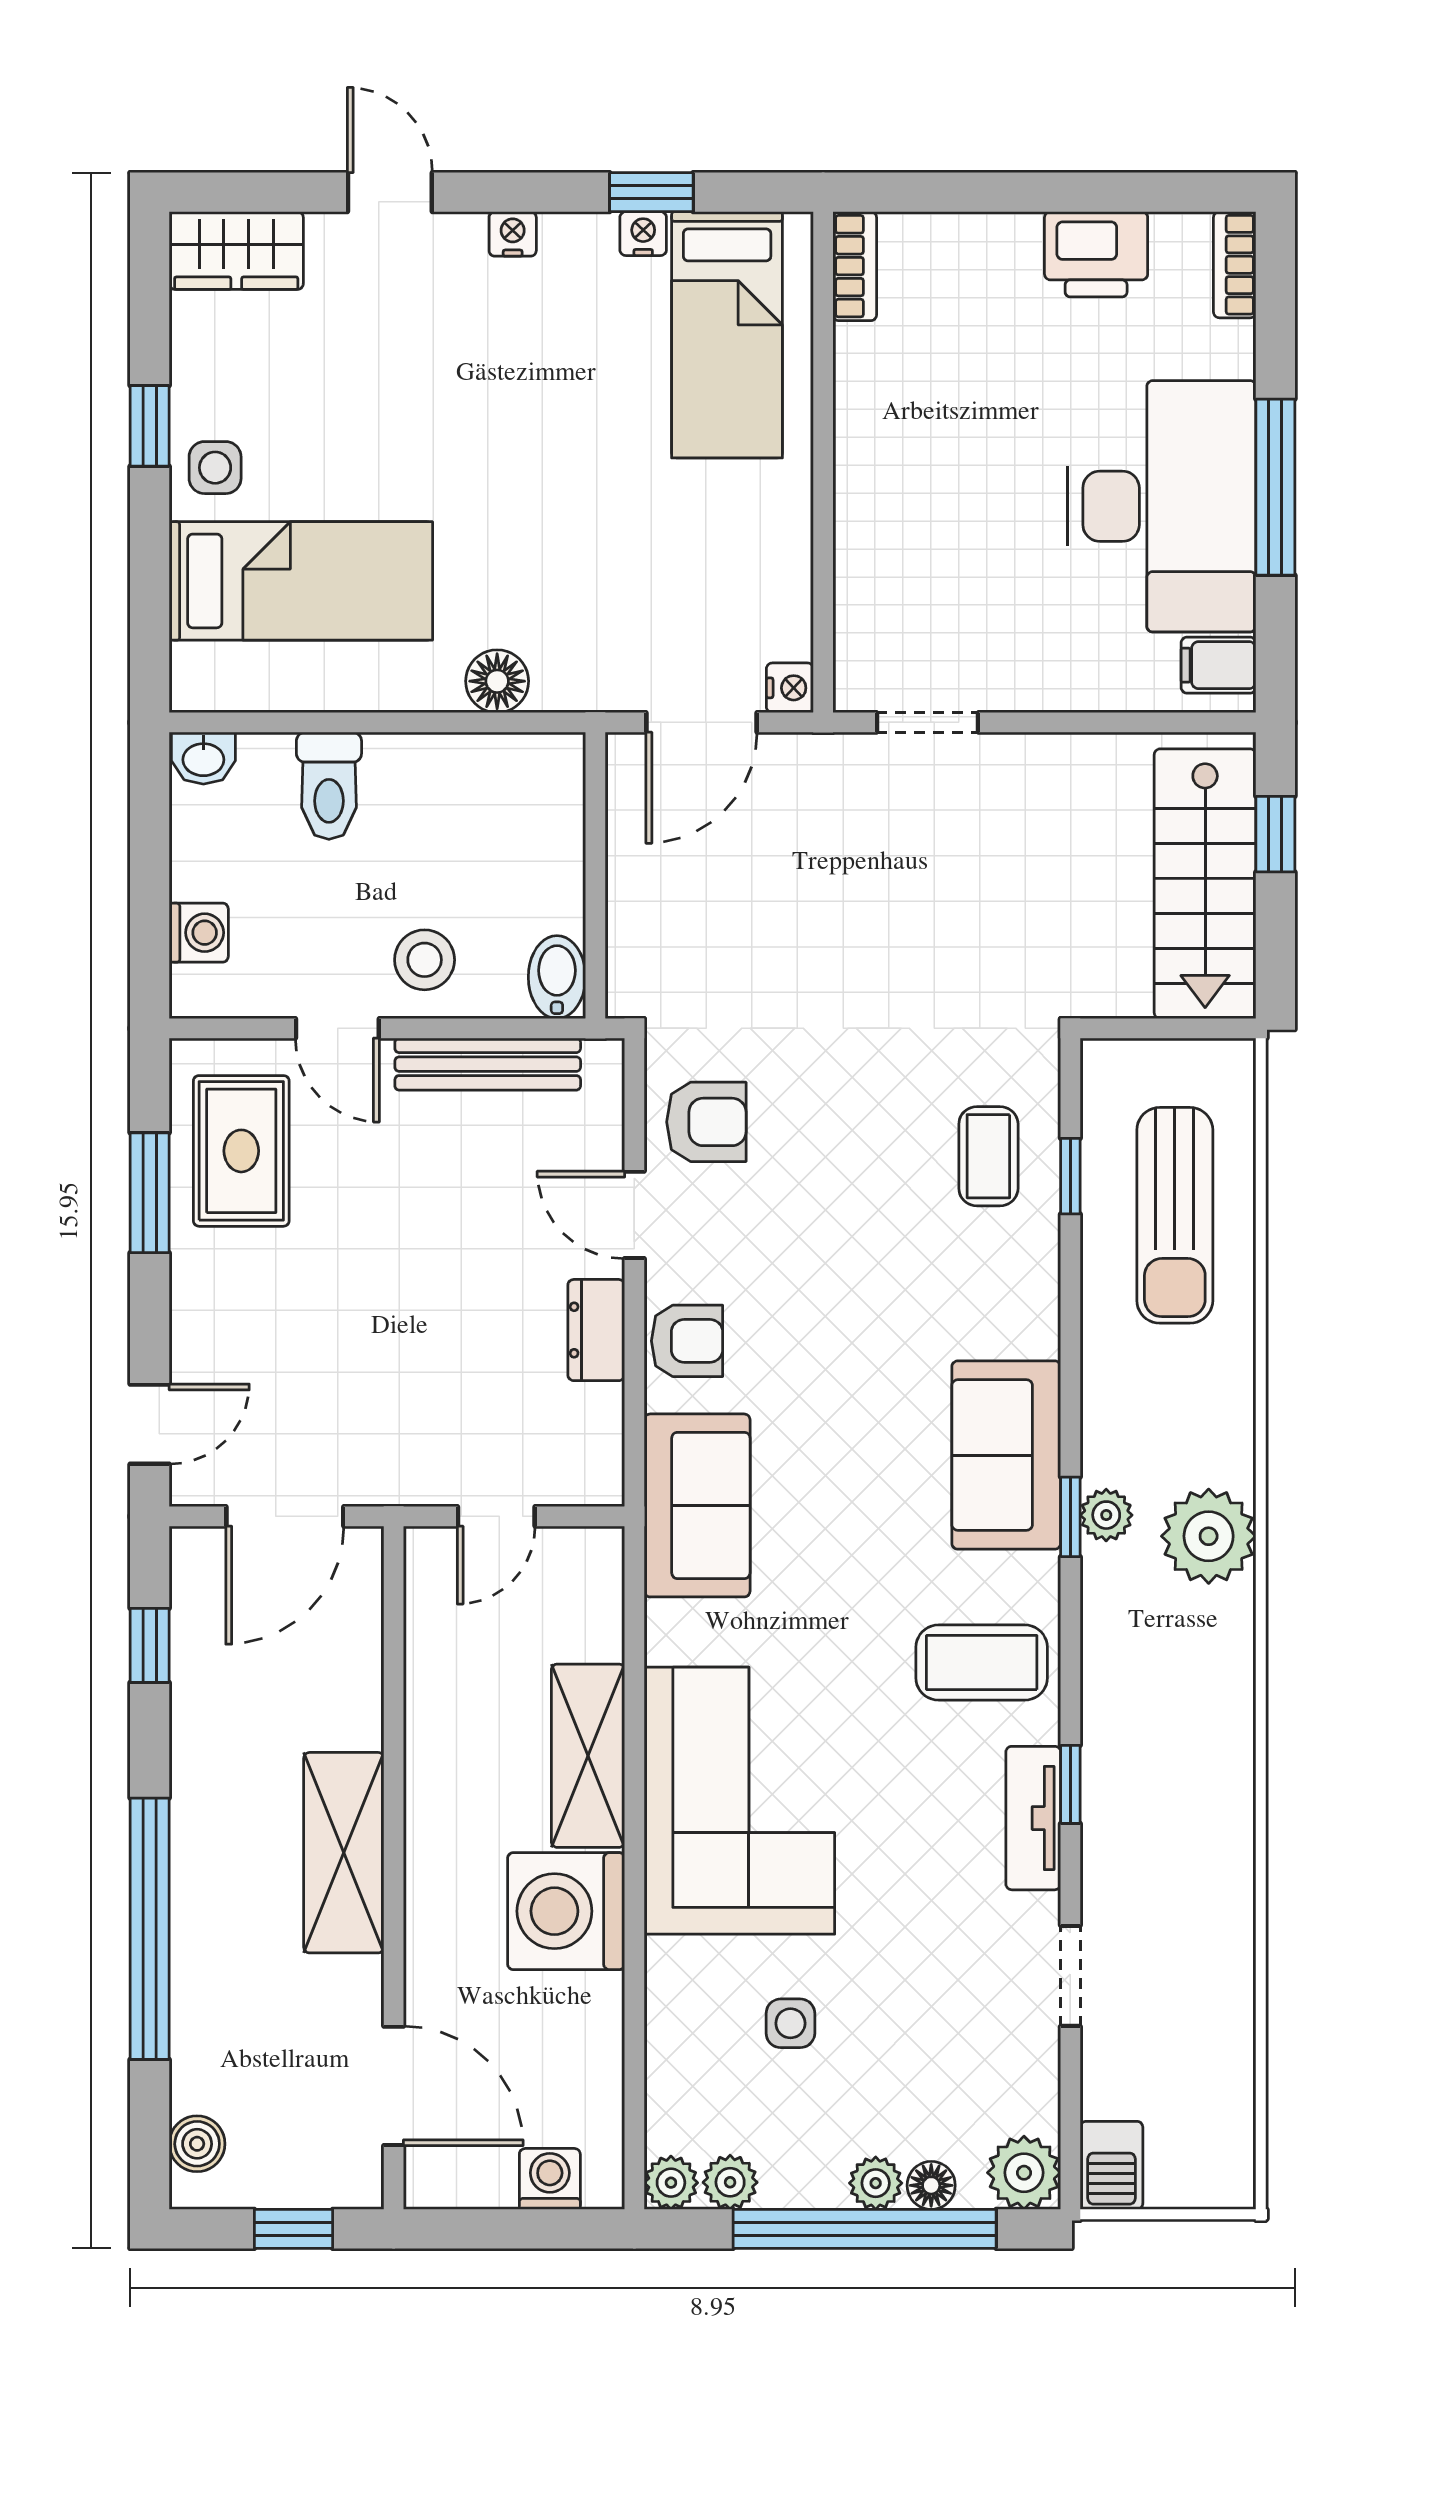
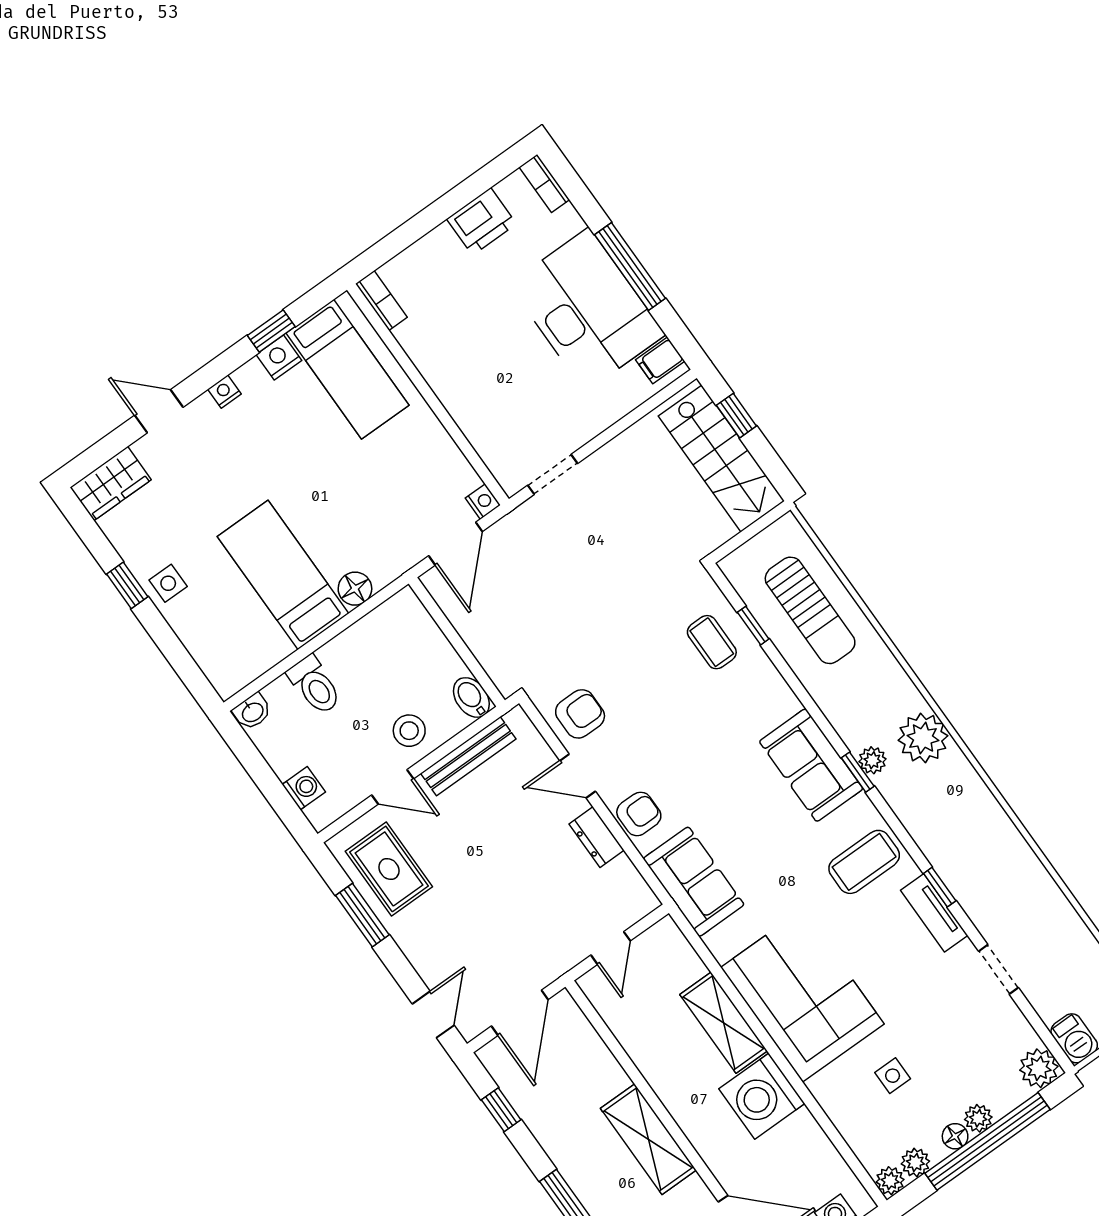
nightstand: (643, 234) -> (279, 357), width x1.39, depth x1.35
bed: (301, 581) -> (283, 575), moved, turned -90
floor lamp: (931, 2185) -> (955, 1136), moved

